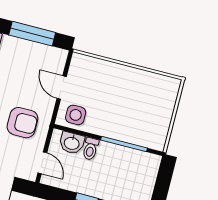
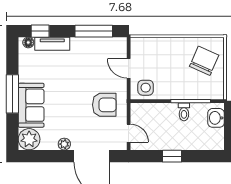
chair: (152, 101) -> (204, 61), added
washbasin: (72, 143) -> (216, 118), moved, turned 90
toilet: (90, 149) -> (184, 112), moved

